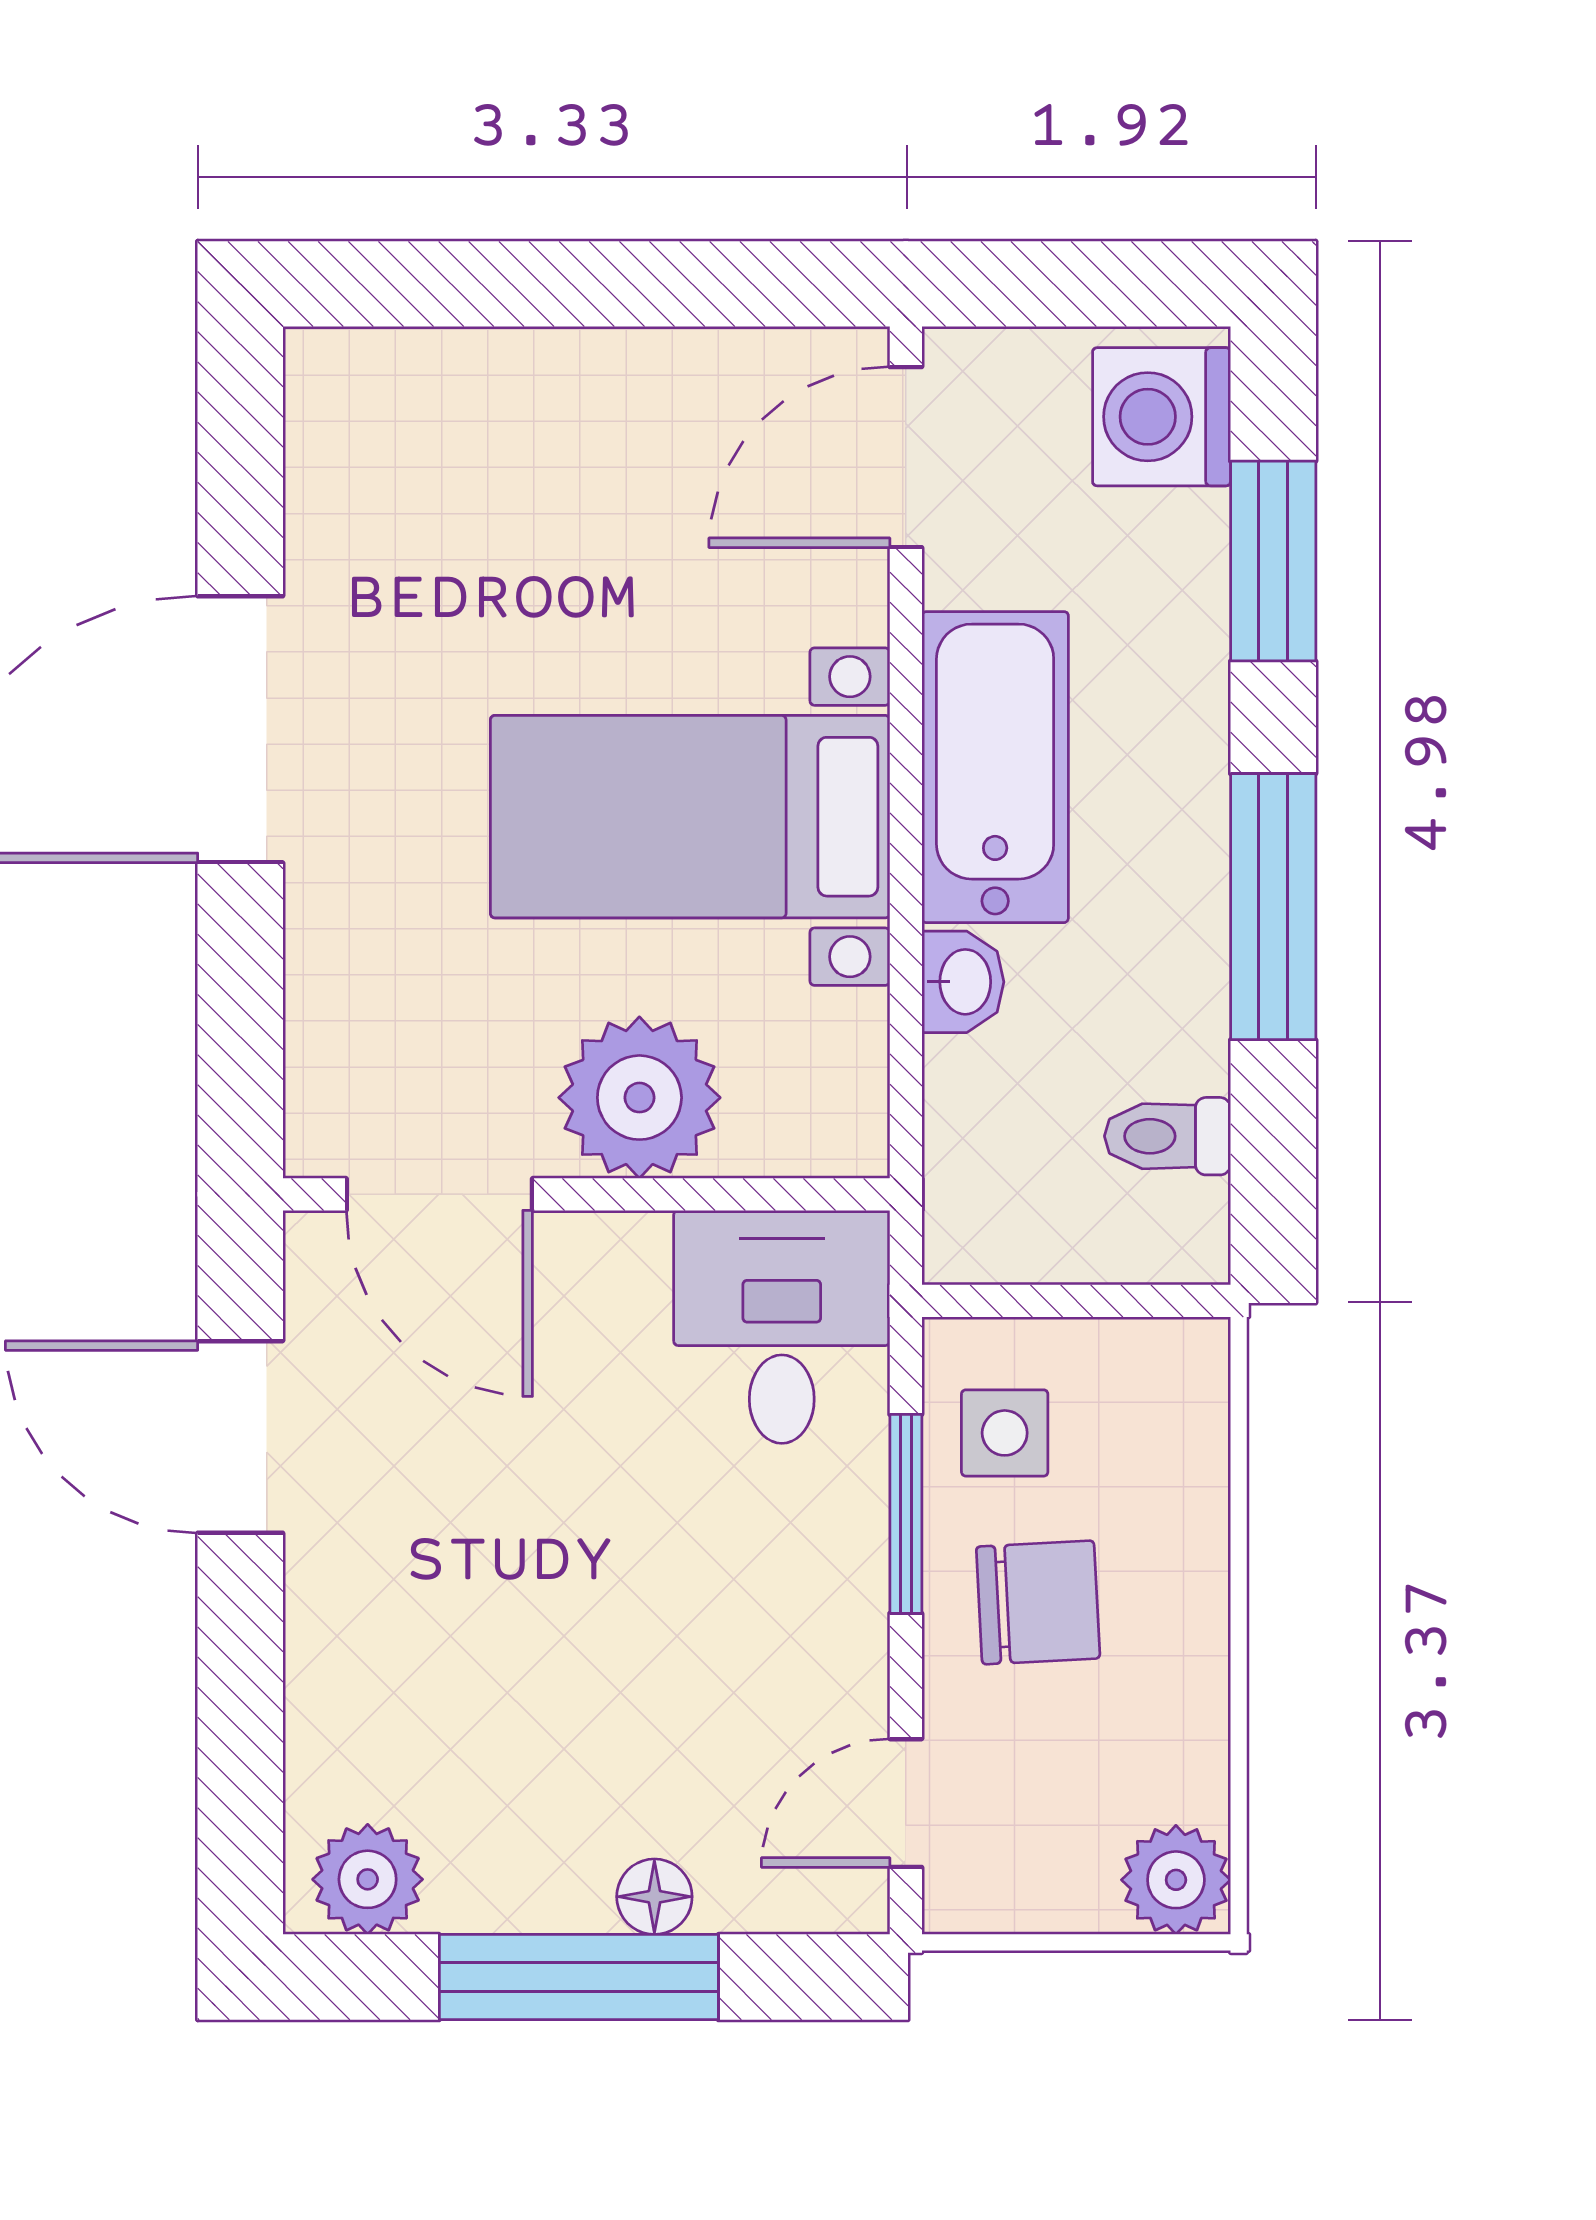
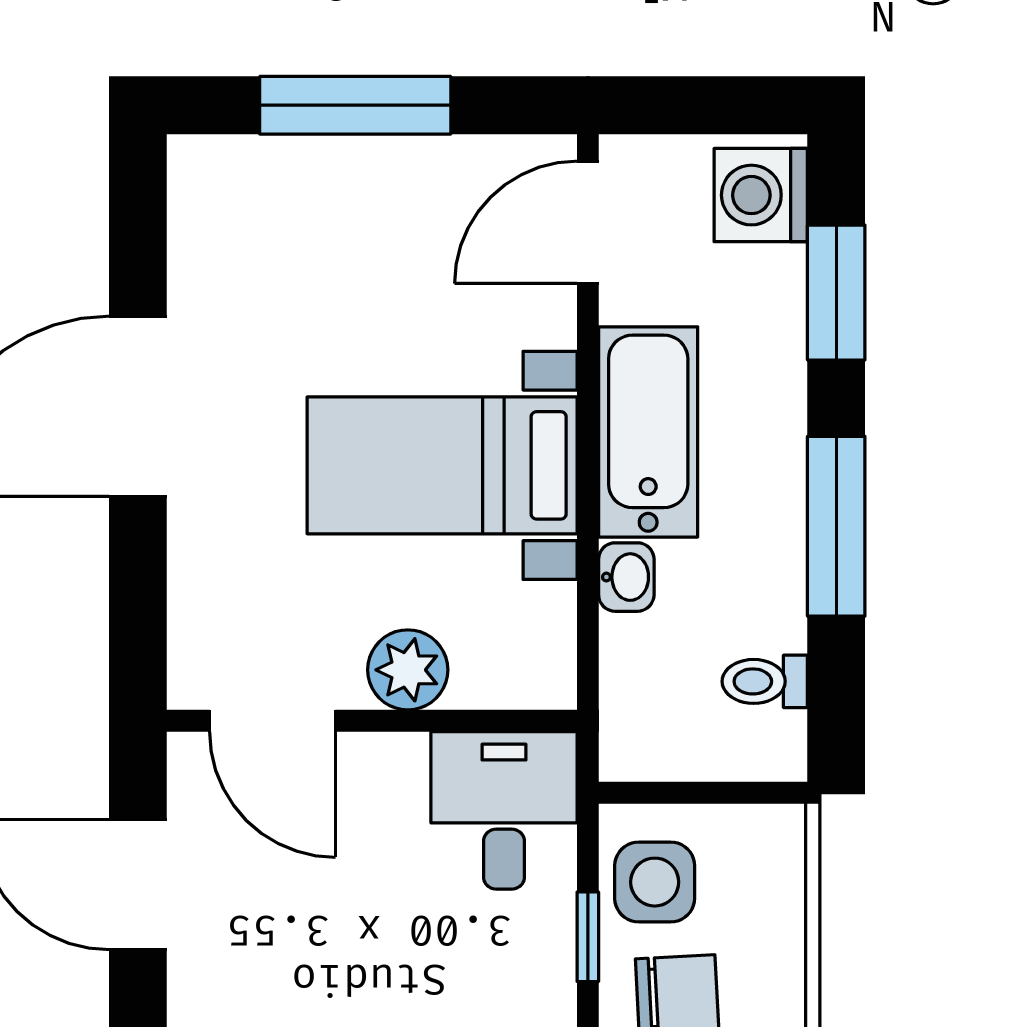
window: (562, 284) -> (355, 105), added
plant: (639, 1098) -> (408, 670), width x0.73, depth x0.73
side table: (1005, 1433) -> (655, 882), width x1.37, depth x1.37
window: (906, 1514) -> (588, 937), width x0.67

